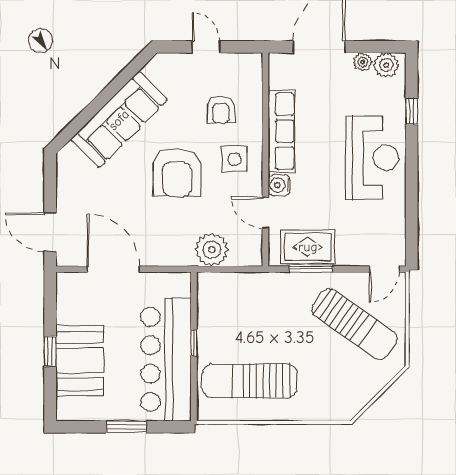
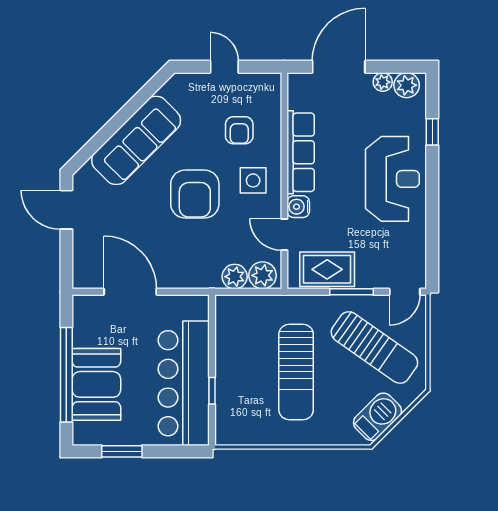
door: (50, 232) -> (66, 210), moved
plant: (212, 250) -> (235, 277), width x0.73, depth x0.73
plant: (244, 253) -> (263, 275), added
window: (311, 269) -> (352, 292), moved
window: (194, 343) -> (212, 391), moved
window: (50, 351) -> (66, 375), width x3.17
sun lounger: (250, 381) -> (296, 372), moved, turned -90
barbecue: (357, 393) -> (378, 417), added
window: (126, 427) -> (122, 451), moved

